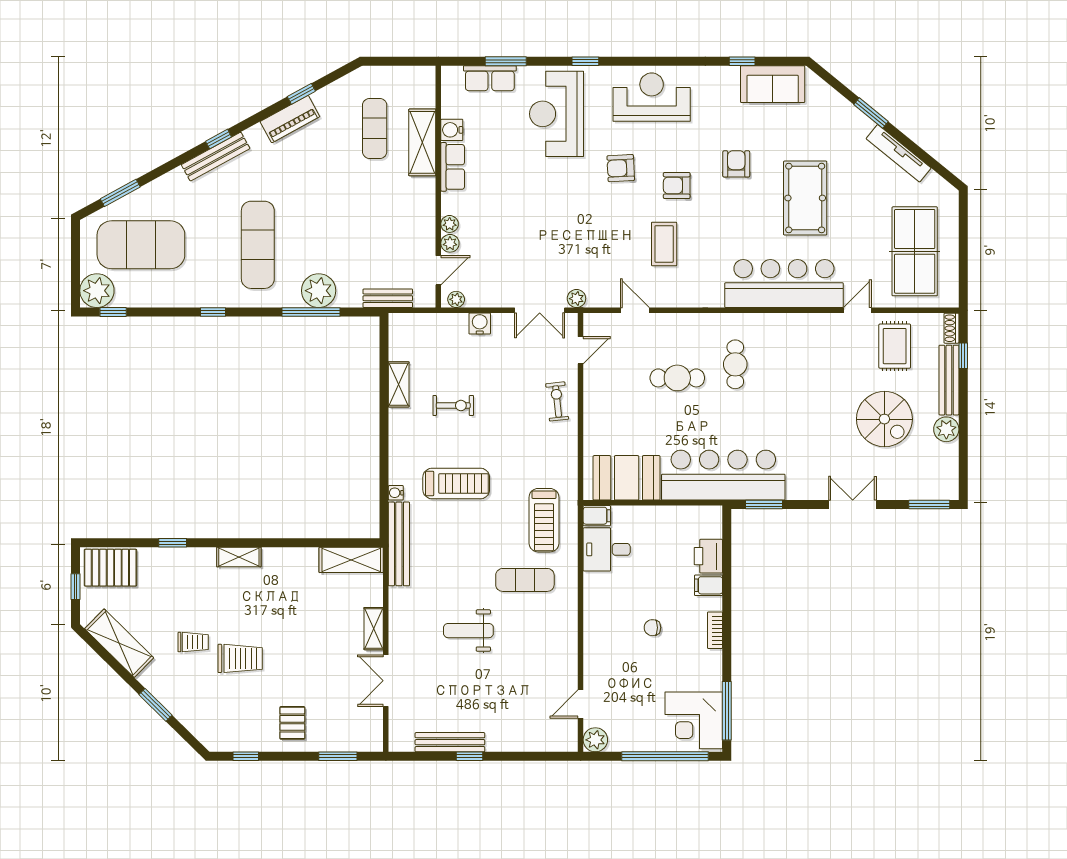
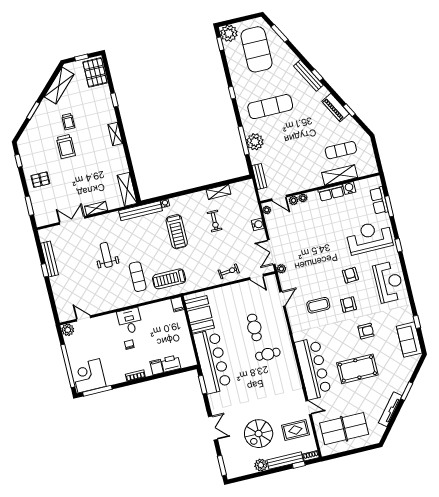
desk: (607, 549) -> (130, 321), moved

